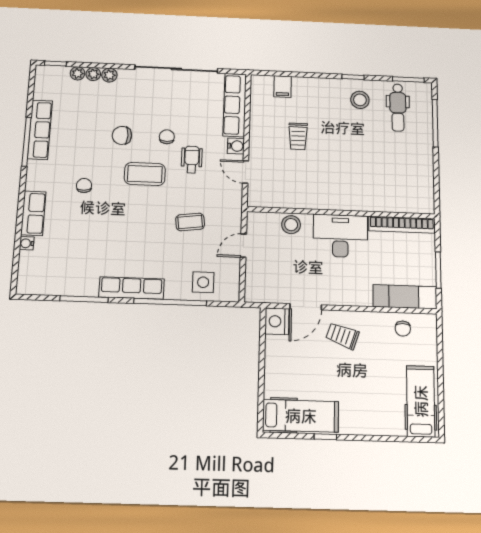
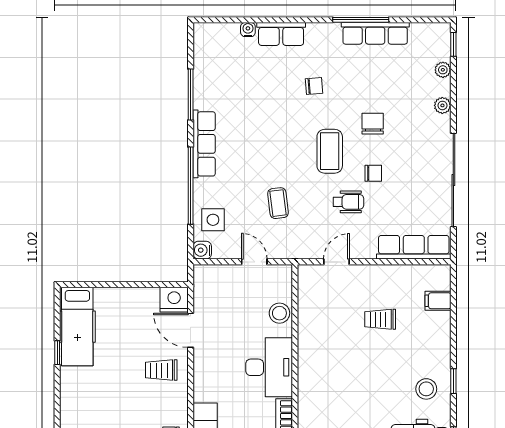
plant: (93, 74) -> (443, 87), removed
water cooler: (236, 146) -> (202, 250), moved, turned 90
trolley: (342, 336) -> (161, 370), turned -109

